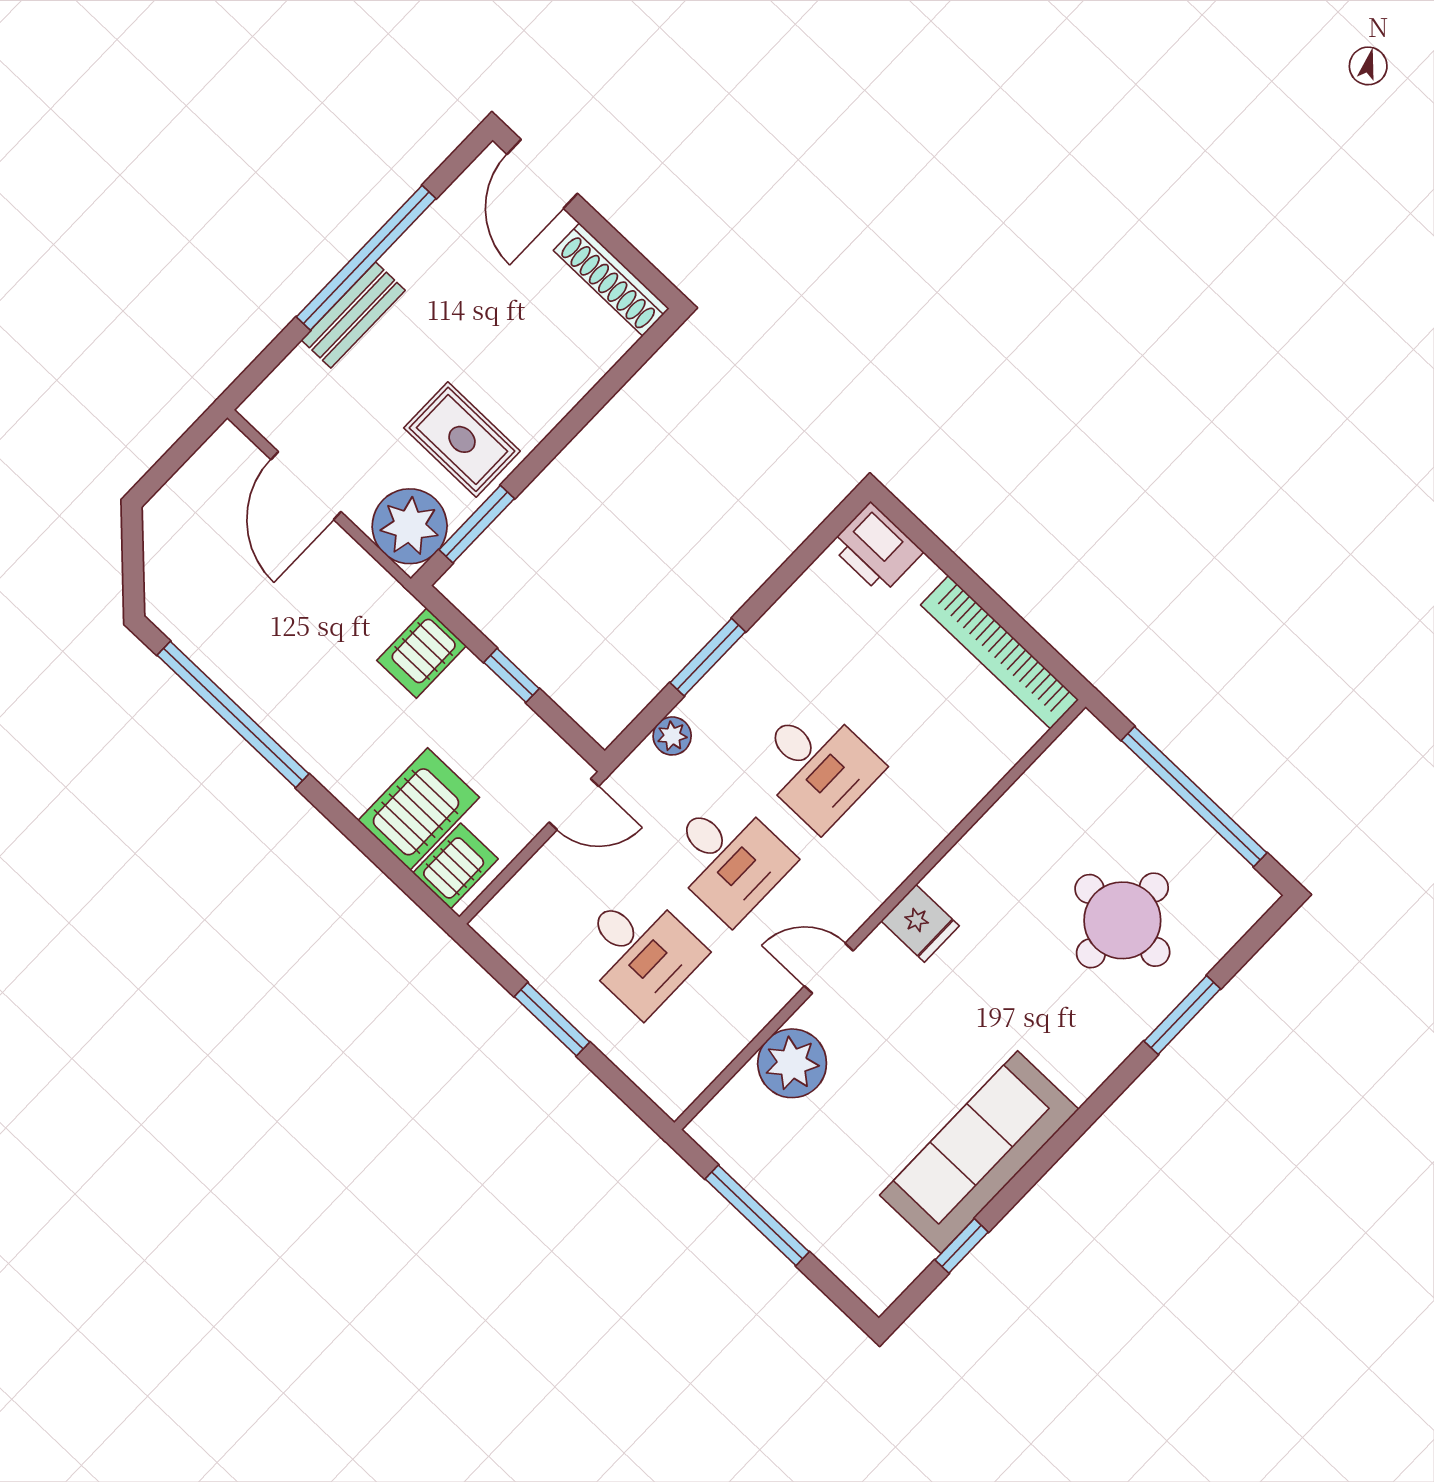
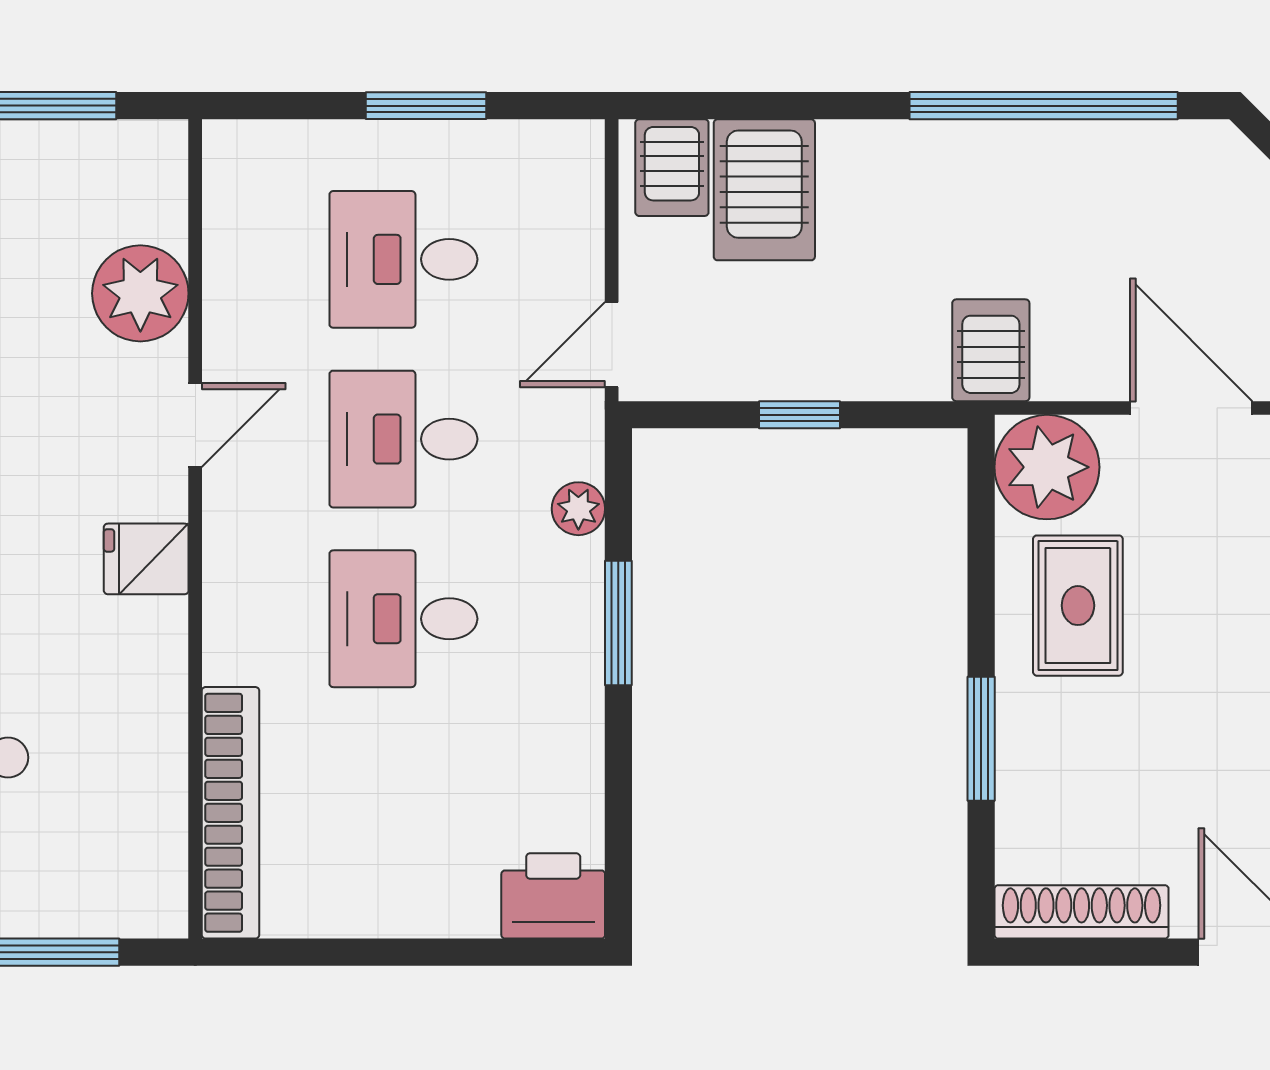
rug: (462, 439) -> (1078, 606), turned 90
window: (477, 524) -> (981, 739), moved
bookcase: (1000, 652) -> (230, 813), moved, turned 90
server rack: (422, 653) -> (991, 350), moved

